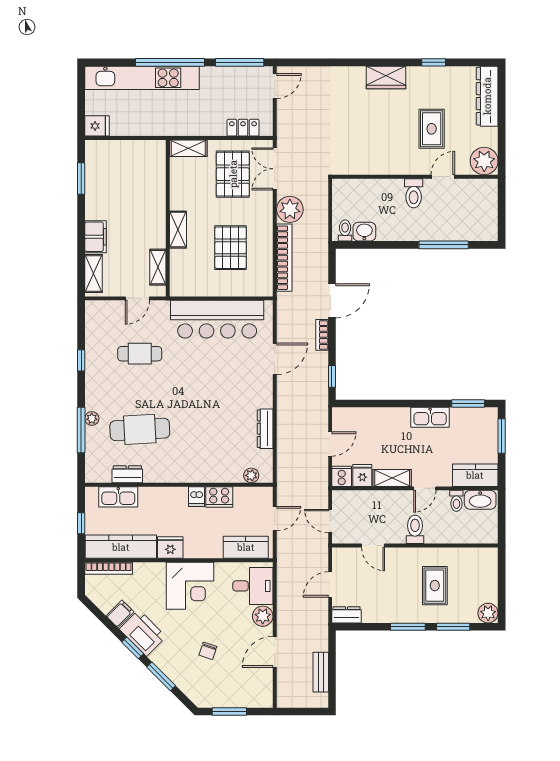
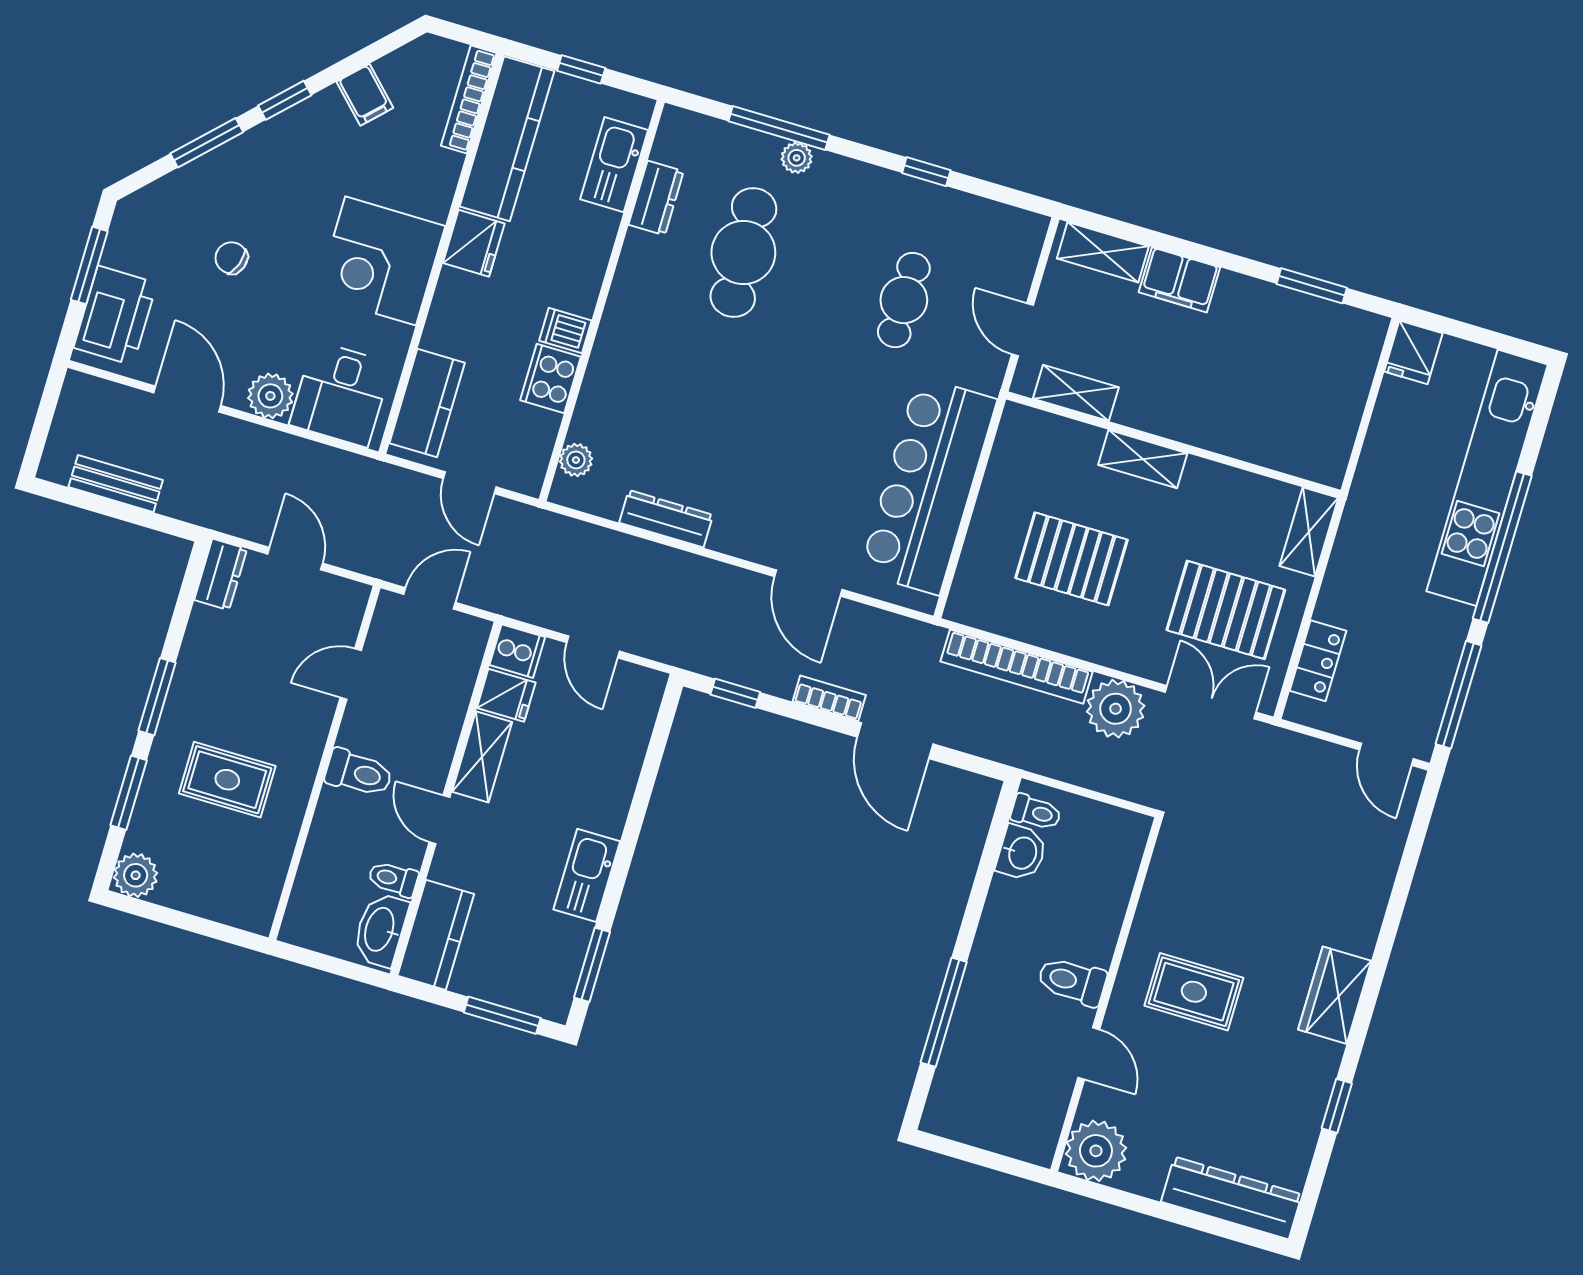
rug: (432, 129) -> (1194, 992), moved
printer: (143, 633) -> (115, 315), moved, turned -45

